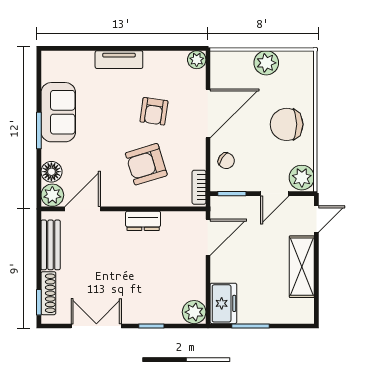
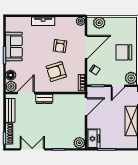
plant: (266, 63) -> (99, 23), moved
dresser: (143, 221) -> (44, 99), moved

